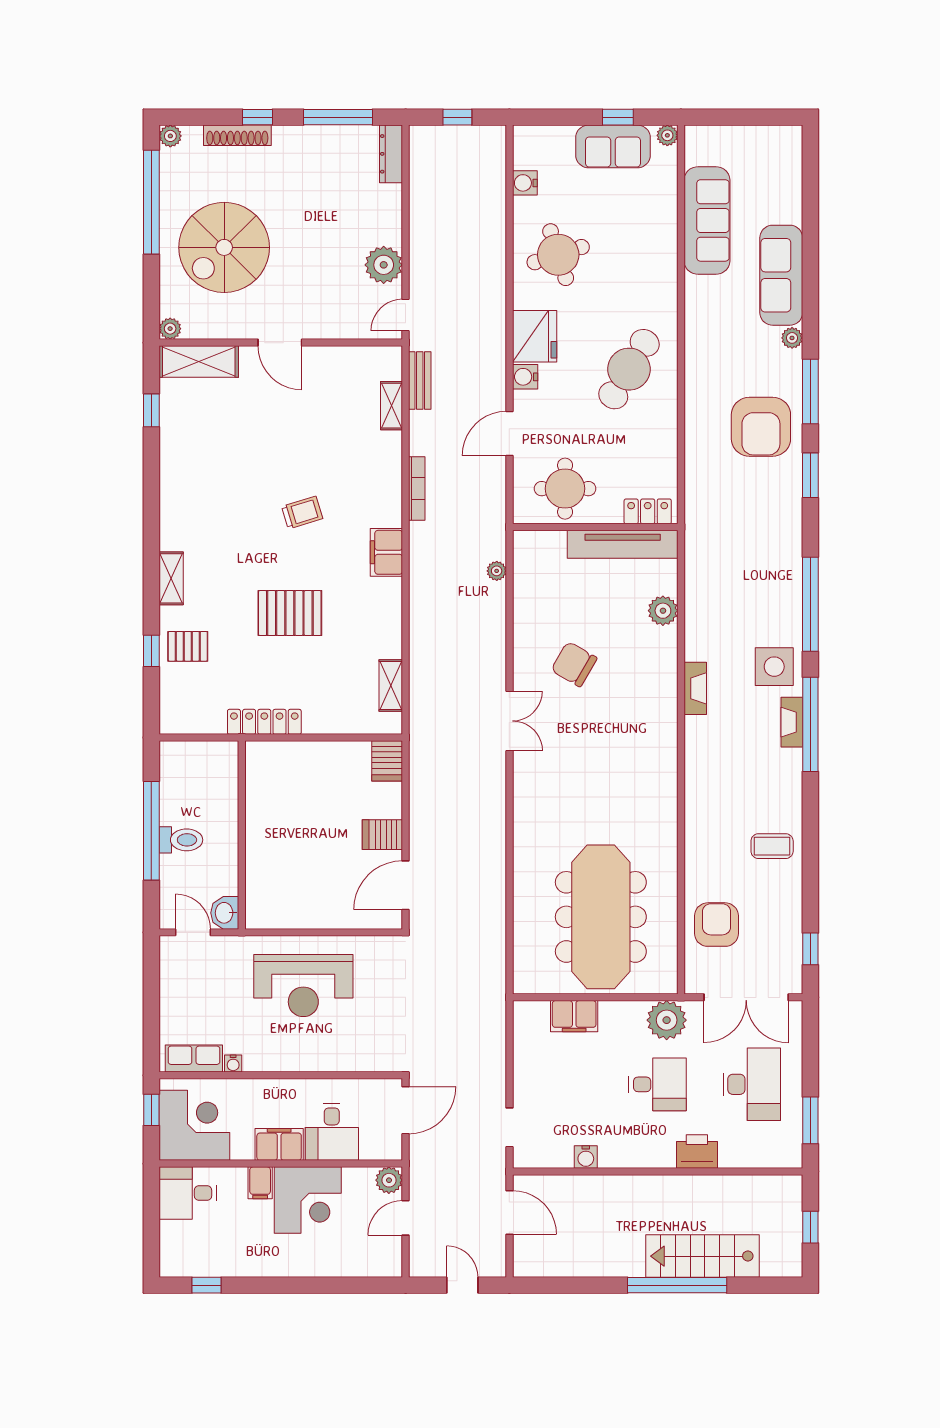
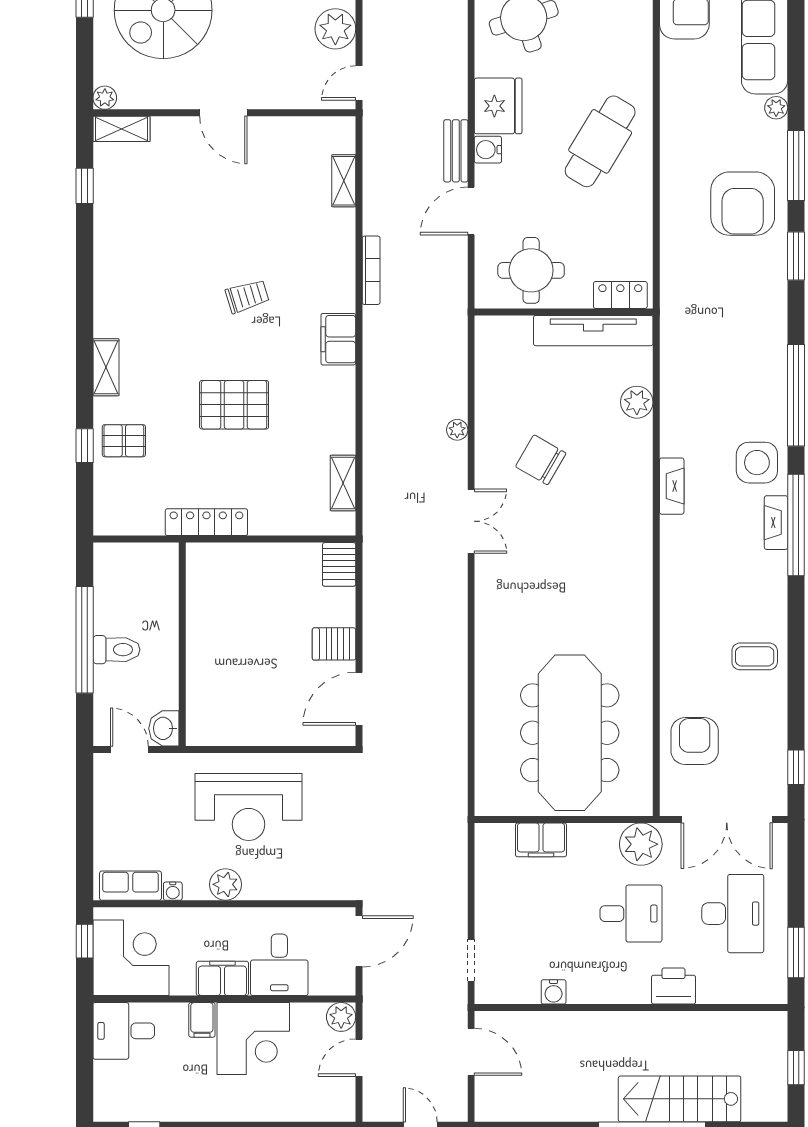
shelving: (199, 362) -> (121, 129), width x0.67, depth x0.75
bench: (420, 380) -> (456, 151), moved
plant: (497, 571) -> (457, 430), moved
plant: (282, 1057) -> (225, 884), added

